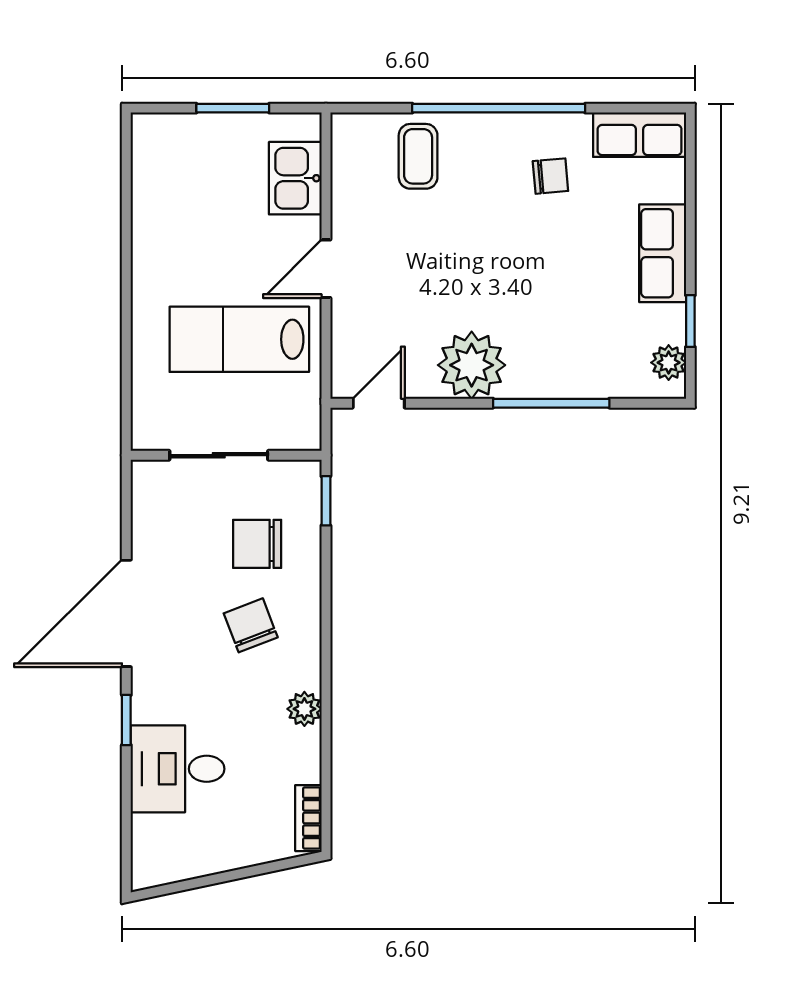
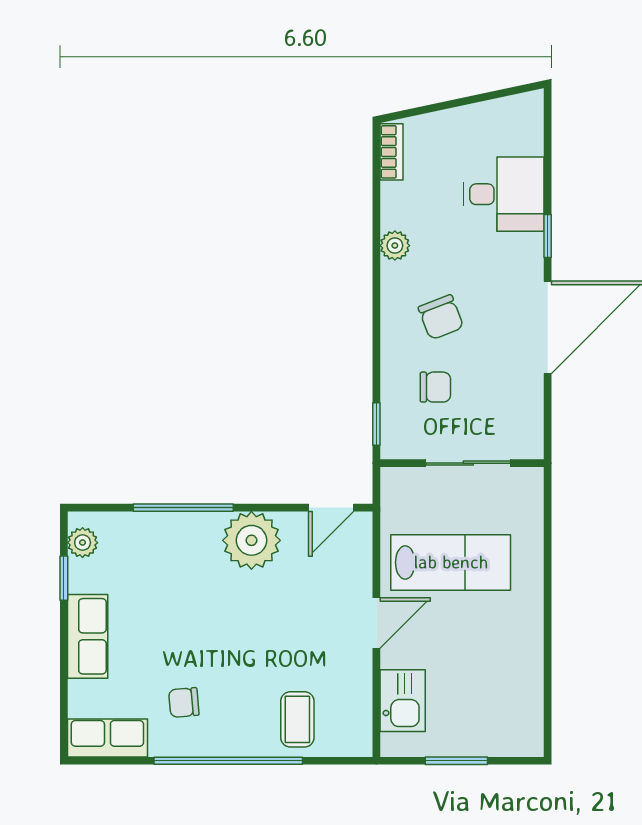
chair: (257, 544) -> (435, 387), width x0.73, depth x0.73

